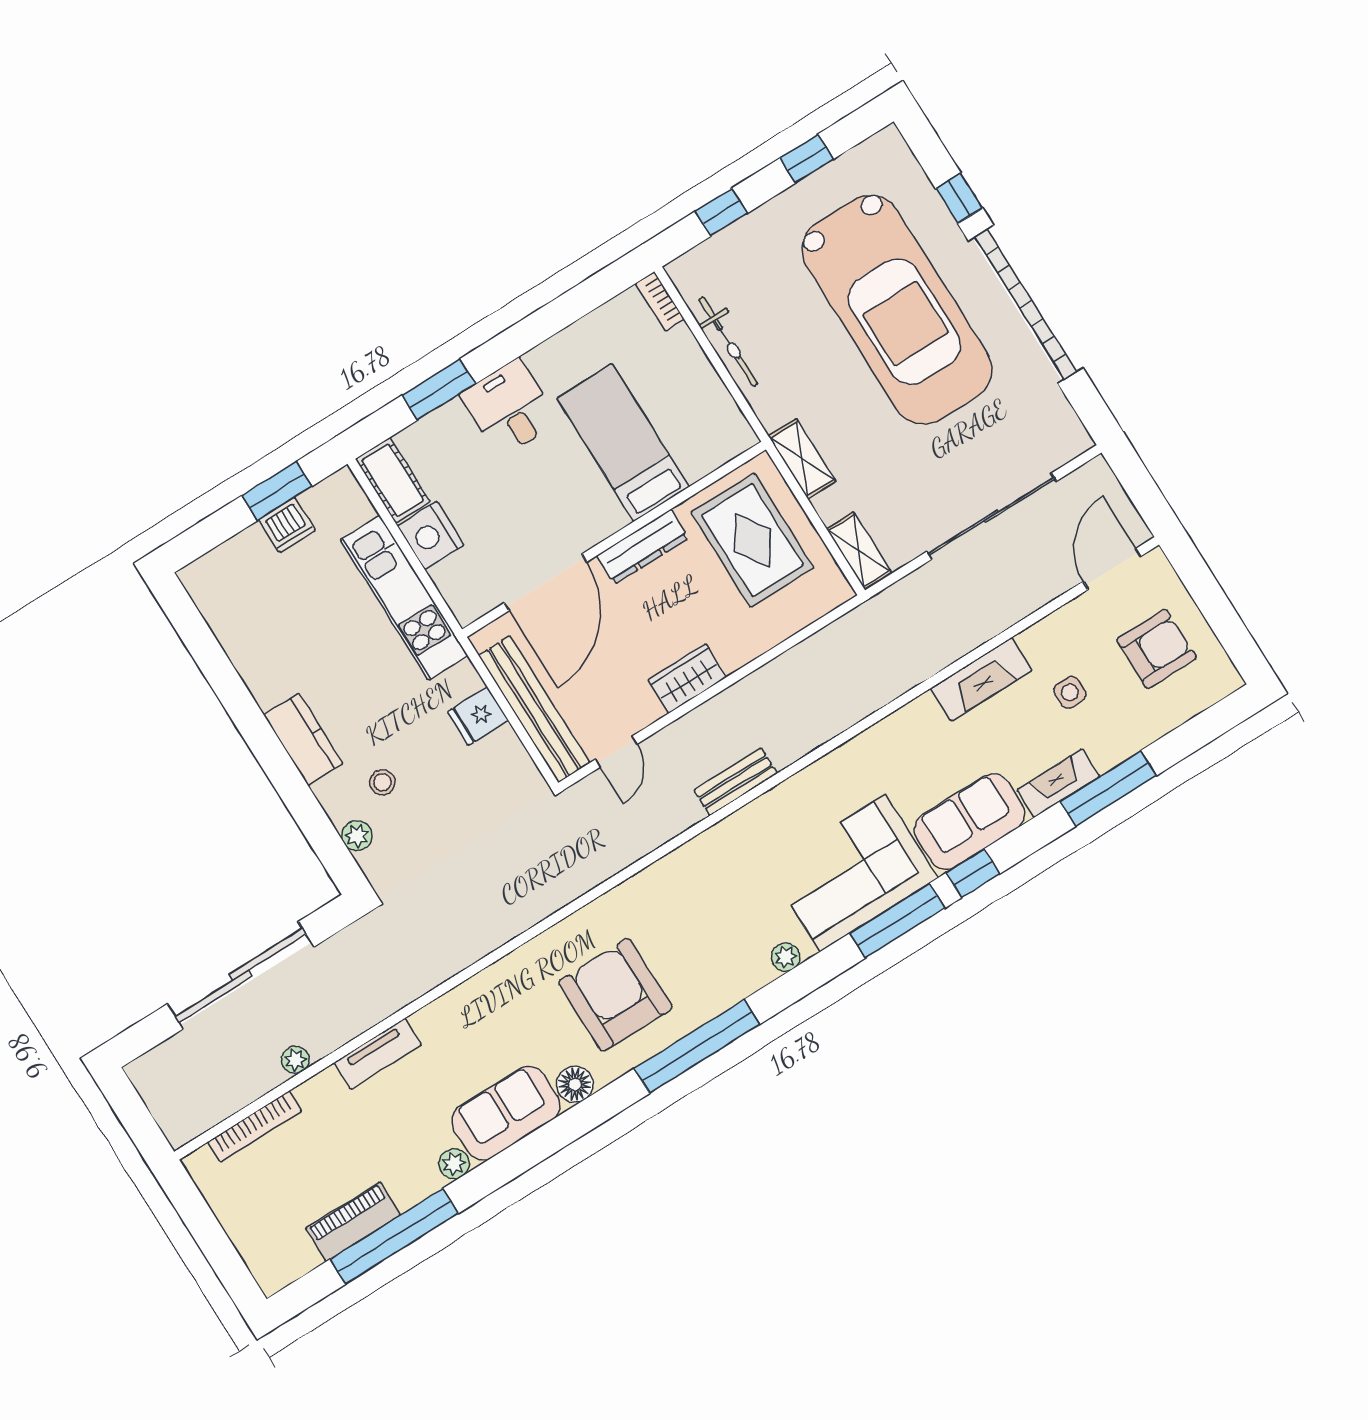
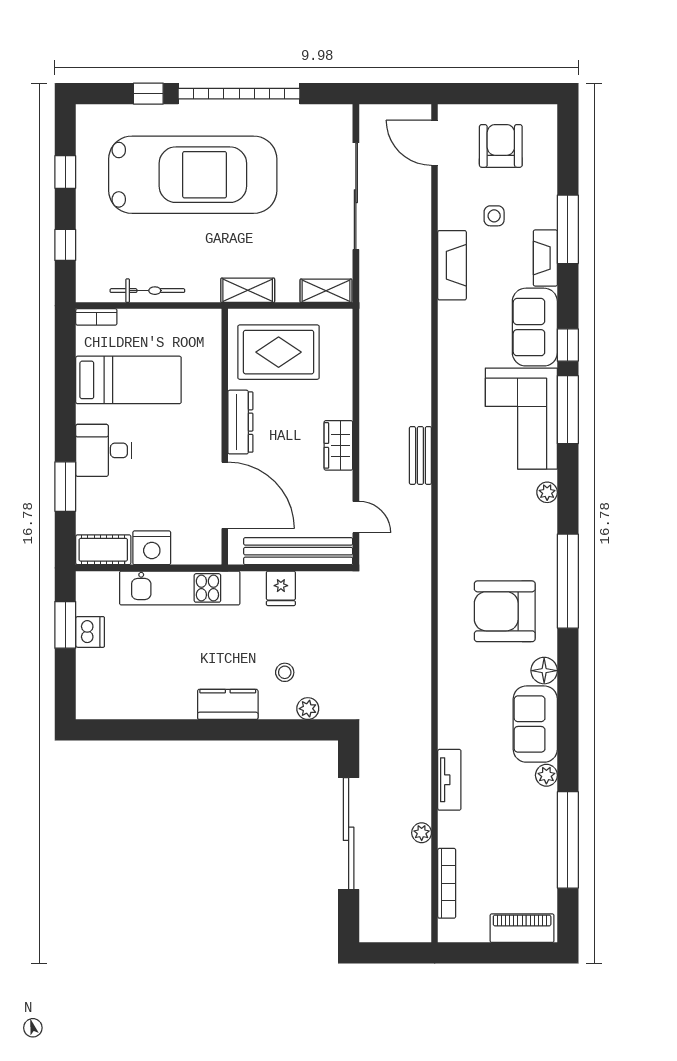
bed: (623, 443) -> (128, 380), moved, turned 180
piano: (353, 1222) -> (522, 928), moved, turned 90

